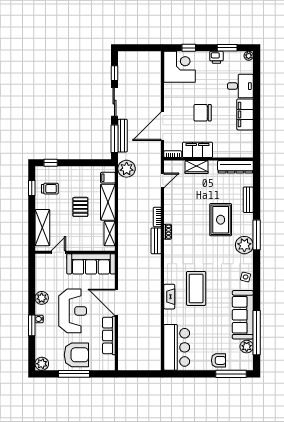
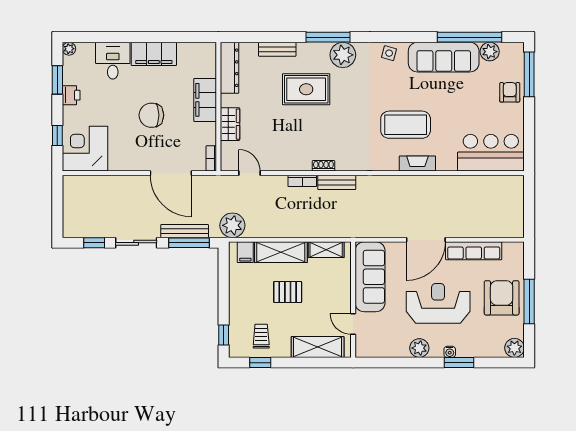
chair: (203, 113) -> (151, 115), turned 90
filing cabinet: (197, 150) -> (205, 100), moved

